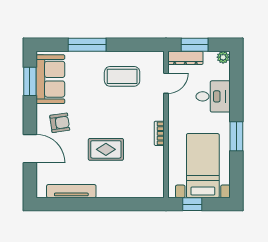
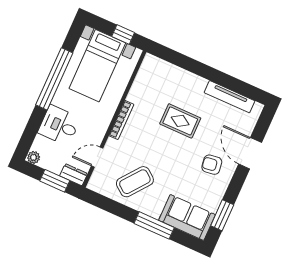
dresser: (185, 58) -> (74, 175), width x0.70
coffee table: (122, 76) -> (135, 182), turned -52
sofa: (50, 79) -> (187, 217), moved, turned 90
bookcase: (159, 133) -> (121, 120), width x1.56
window: (236, 136) -> (54, 79), width x2.11

